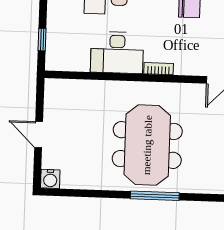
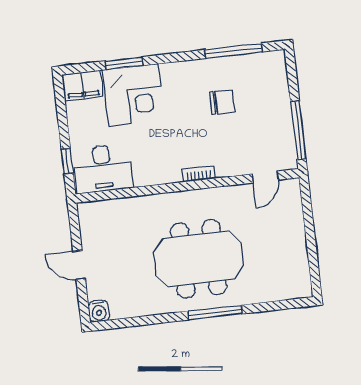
desk: (117, 53) -> (103, 169), moved
meeting table: (147, 145) -> (199, 259), turned 90

